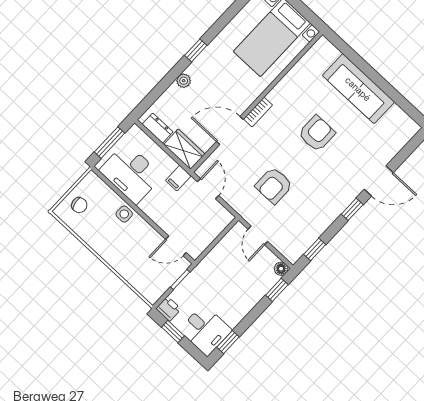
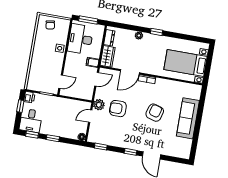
door: (230, 130) -> (130, 72), swing flipped
armchair: (317, 133) -> (155, 113), turned -74
plant: (249, 211) -> (99, 105), added
door: (176, 246) -> (61, 82), swing flipped
window: (277, 290) -> (53, 138), moved

